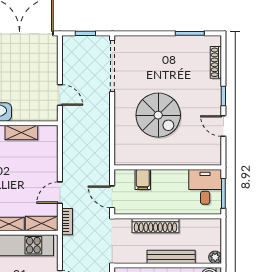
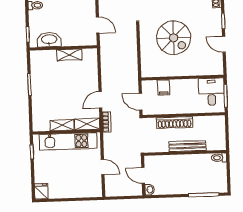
plant: (215, 257) -> (221, 145), removed

